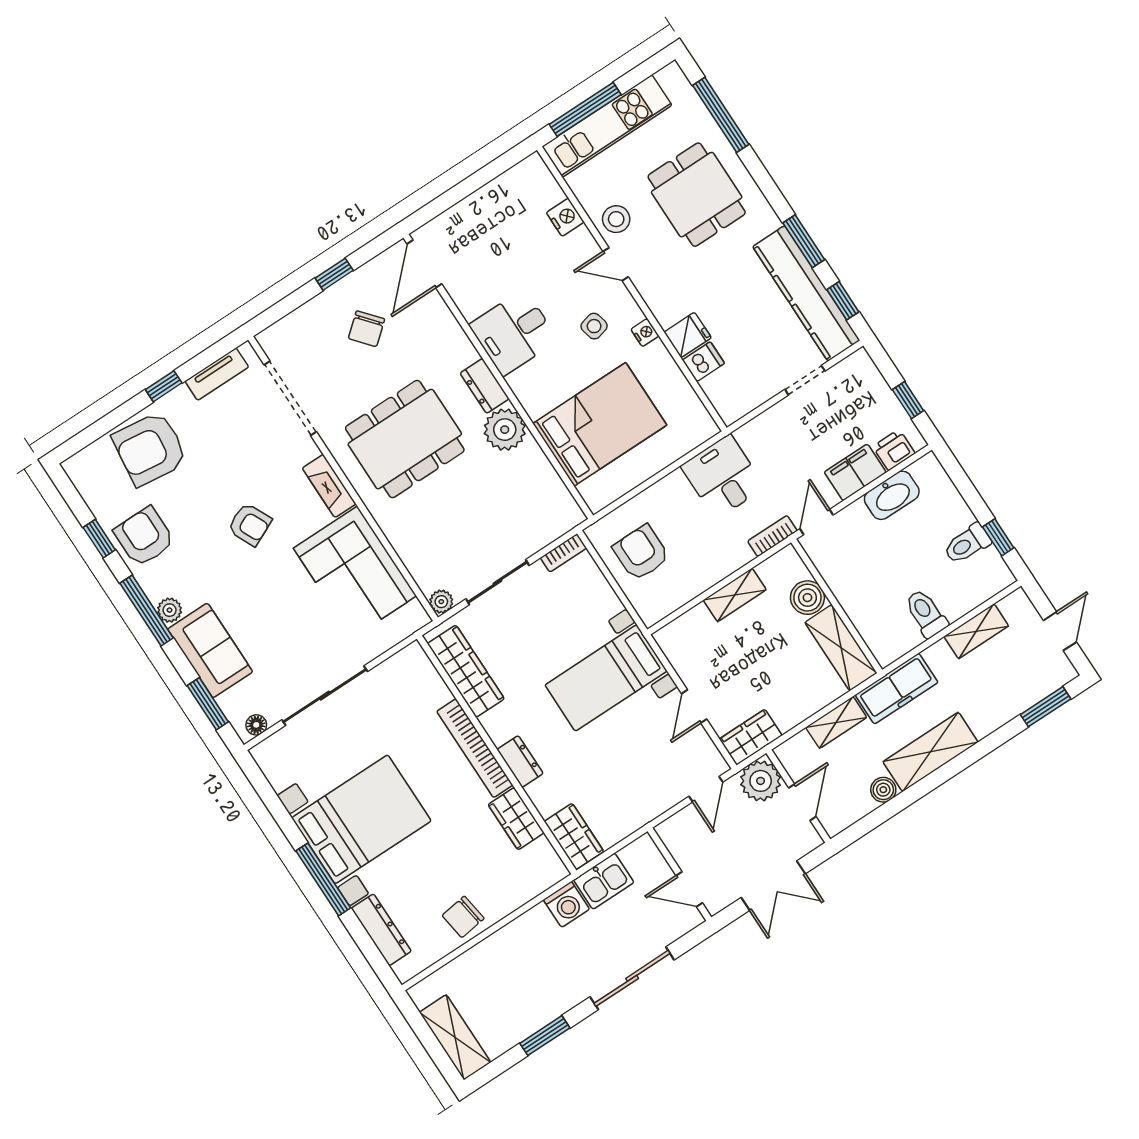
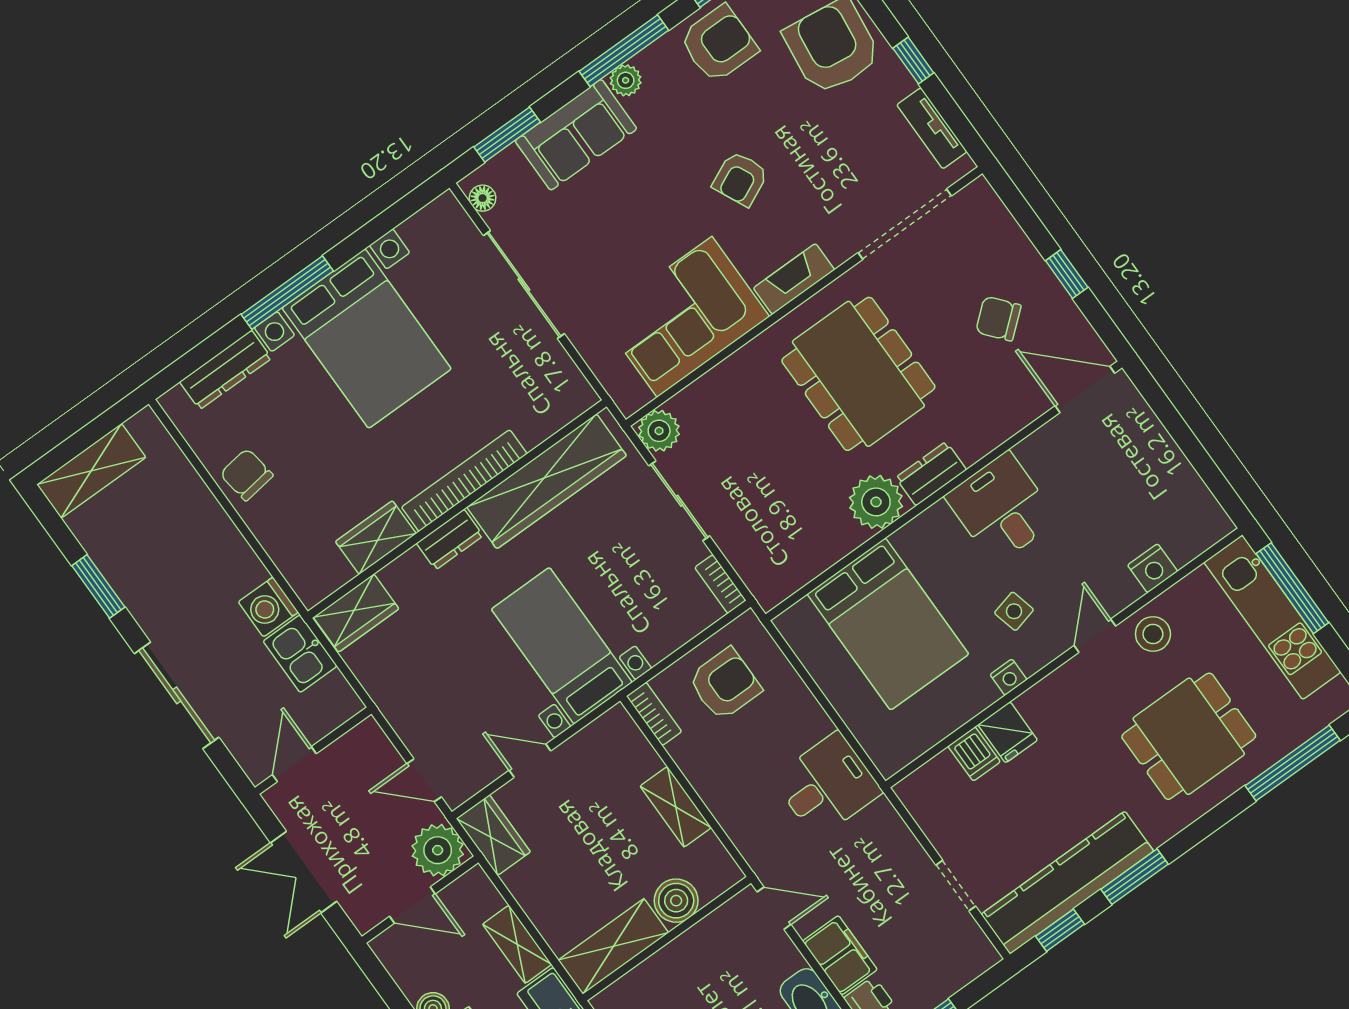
bookcase: (772, 536) -> (654, 714), moved
plant: (441, 602) -> (659, 431), width x1.38, depth x1.38
wardrobe: (466, 671) -> (547, 481), width x1.40, depth x1.17

